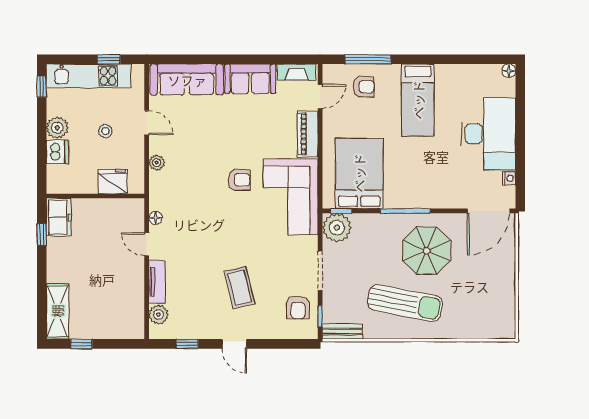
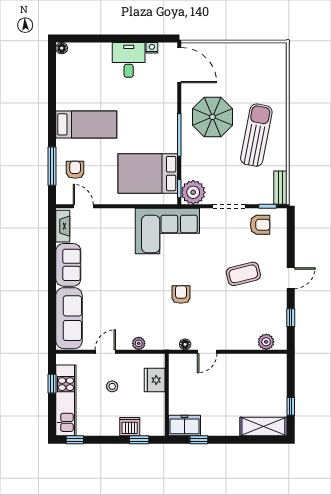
plant: (57, 128) -> (109, 427), removed
piano: (308, 134) -> (115, 217), removed
desk: (488, 134) -> (129, 60), width x0.53, depth x0.77
window: (42, 163) -> (139, 440), added
armchair: (239, 180) -> (181, 294), moved
tv unit: (157, 282) -> (239, 343), removed

